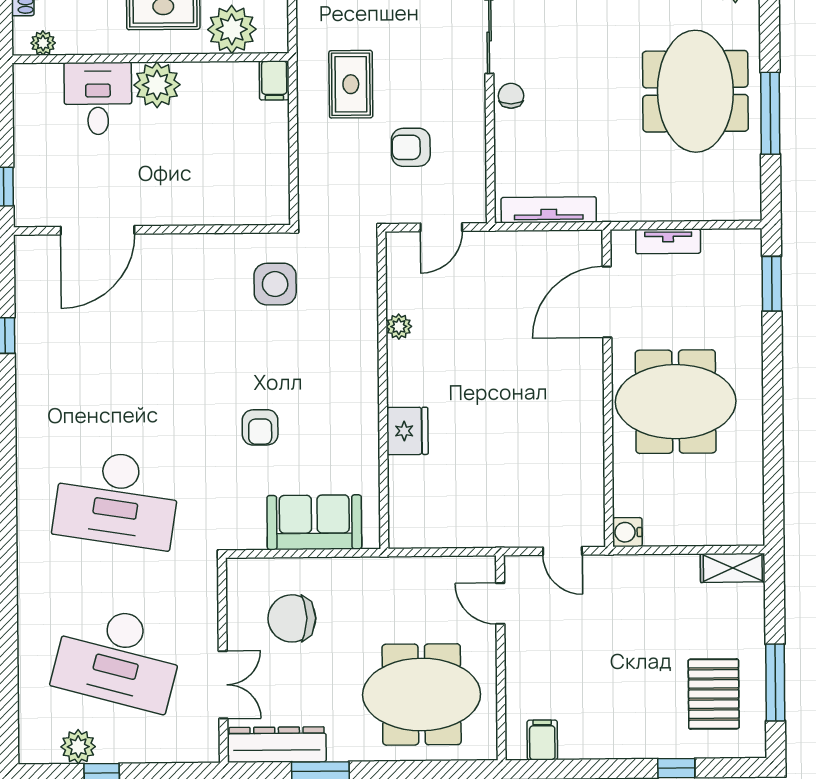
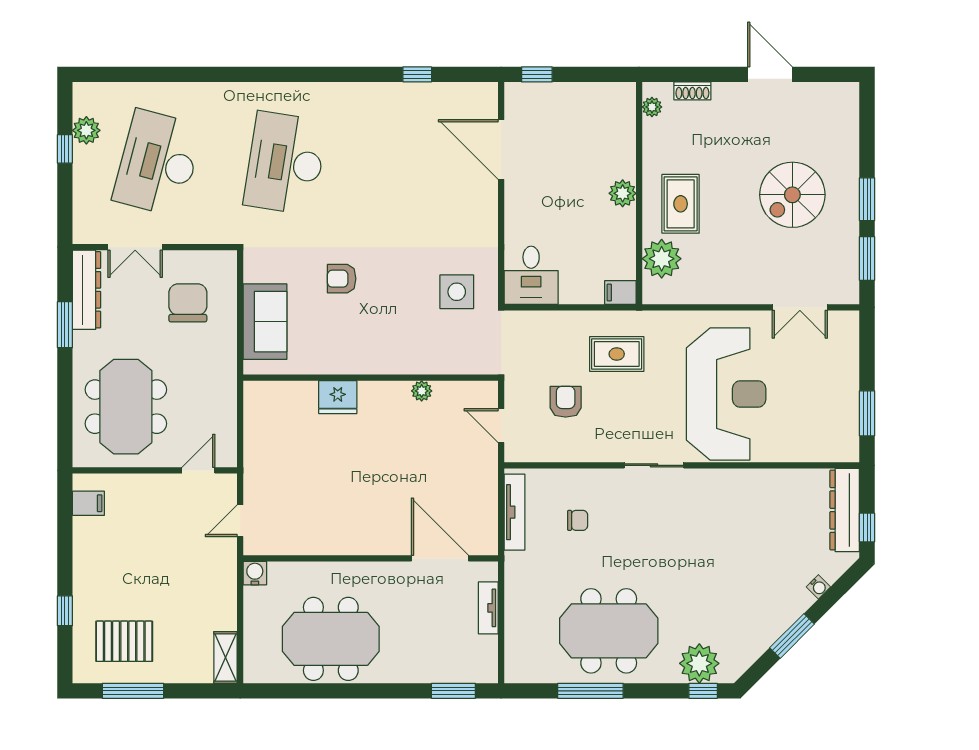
plant: (157, 85) -> (623, 193), width x0.73, depth x0.73
chair: (511, 96) -> (578, 520), moved
desk: (98, 98) -> (531, 275), moved, turned 90
meeting table: (676, 402) -> (331, 639), moved, turned 90

